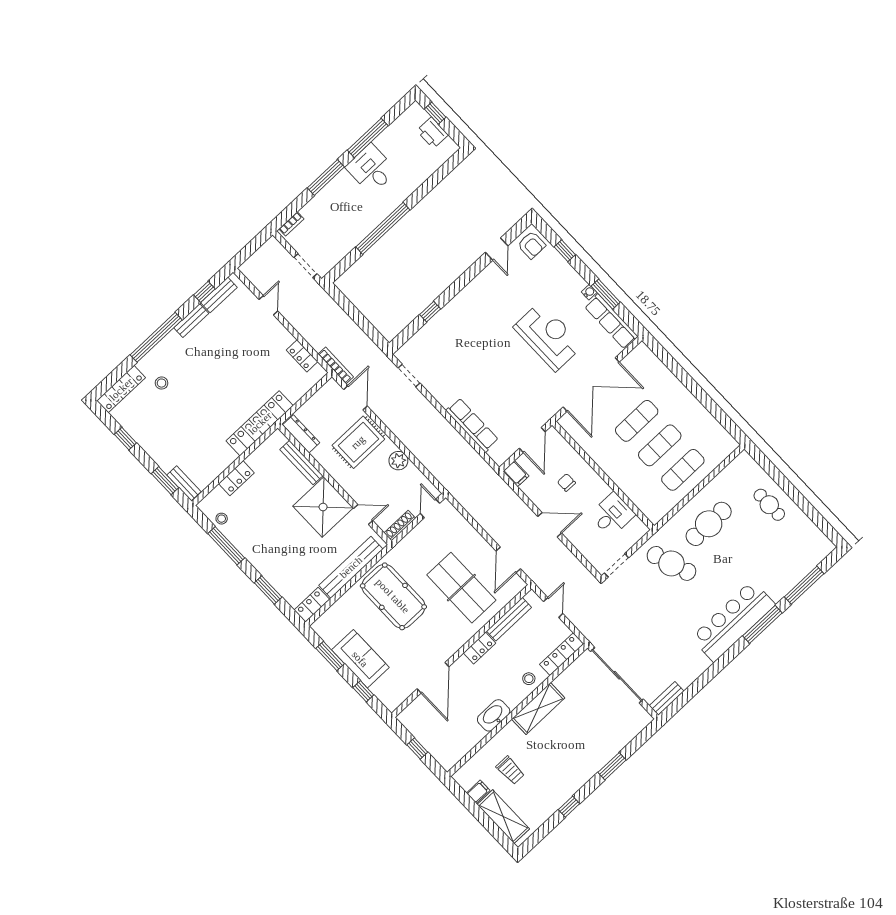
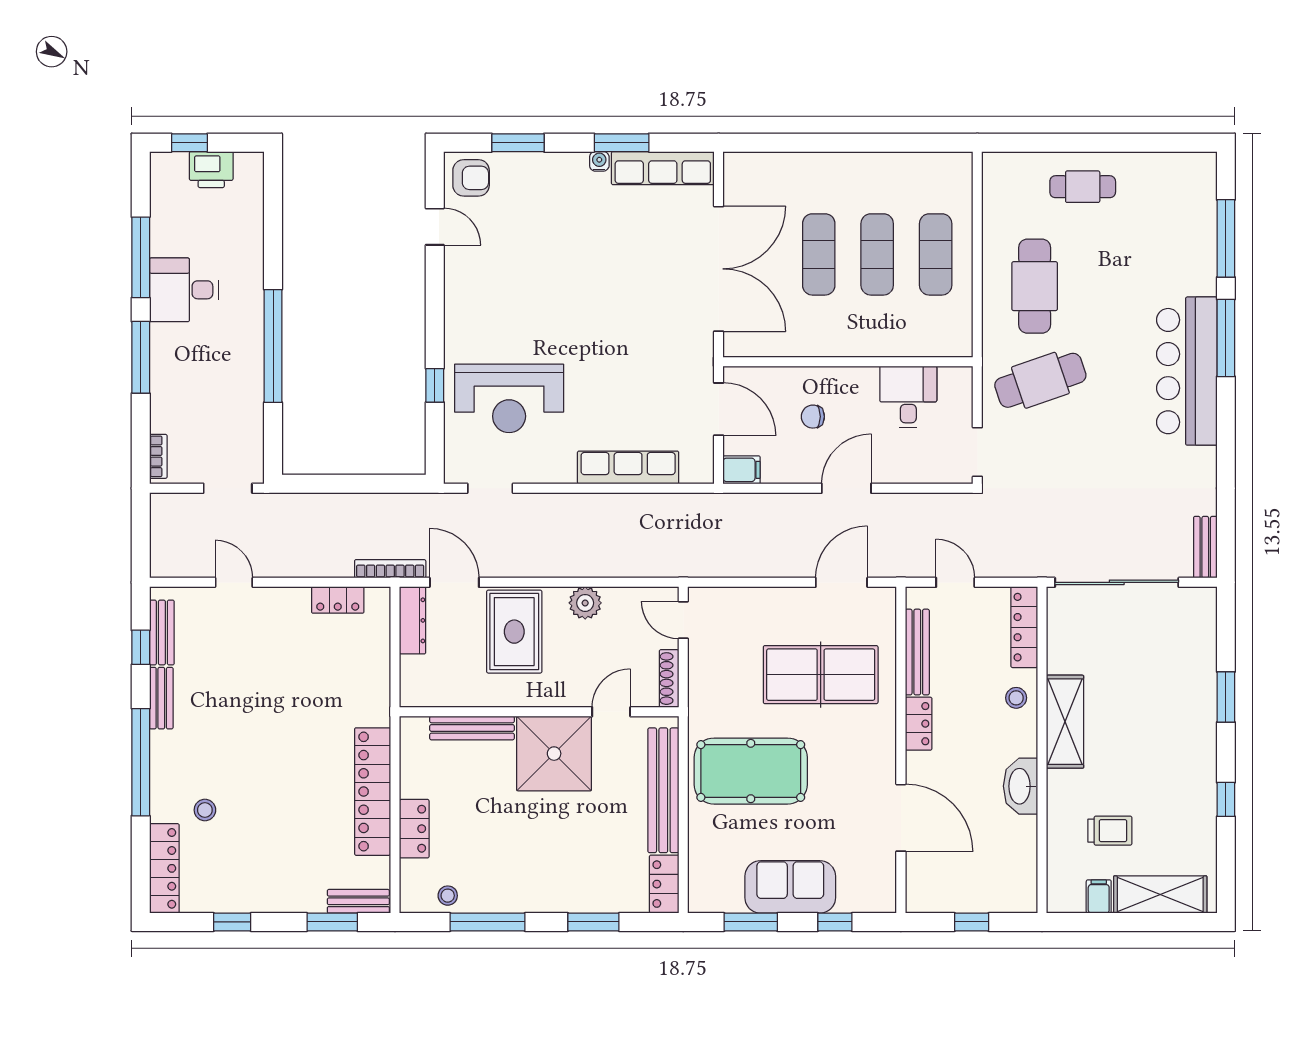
window: (565, 251) -> (518, 143), width x1.50
reception desk: (548, 336) -> (509, 398), moved, turned 180
locker: (260, 423) -> (373, 792), moved
dresser: (301, 434) -> (413, 620), moved, turned 90
door: (508, 560) -> (841, 582), swing flipped

